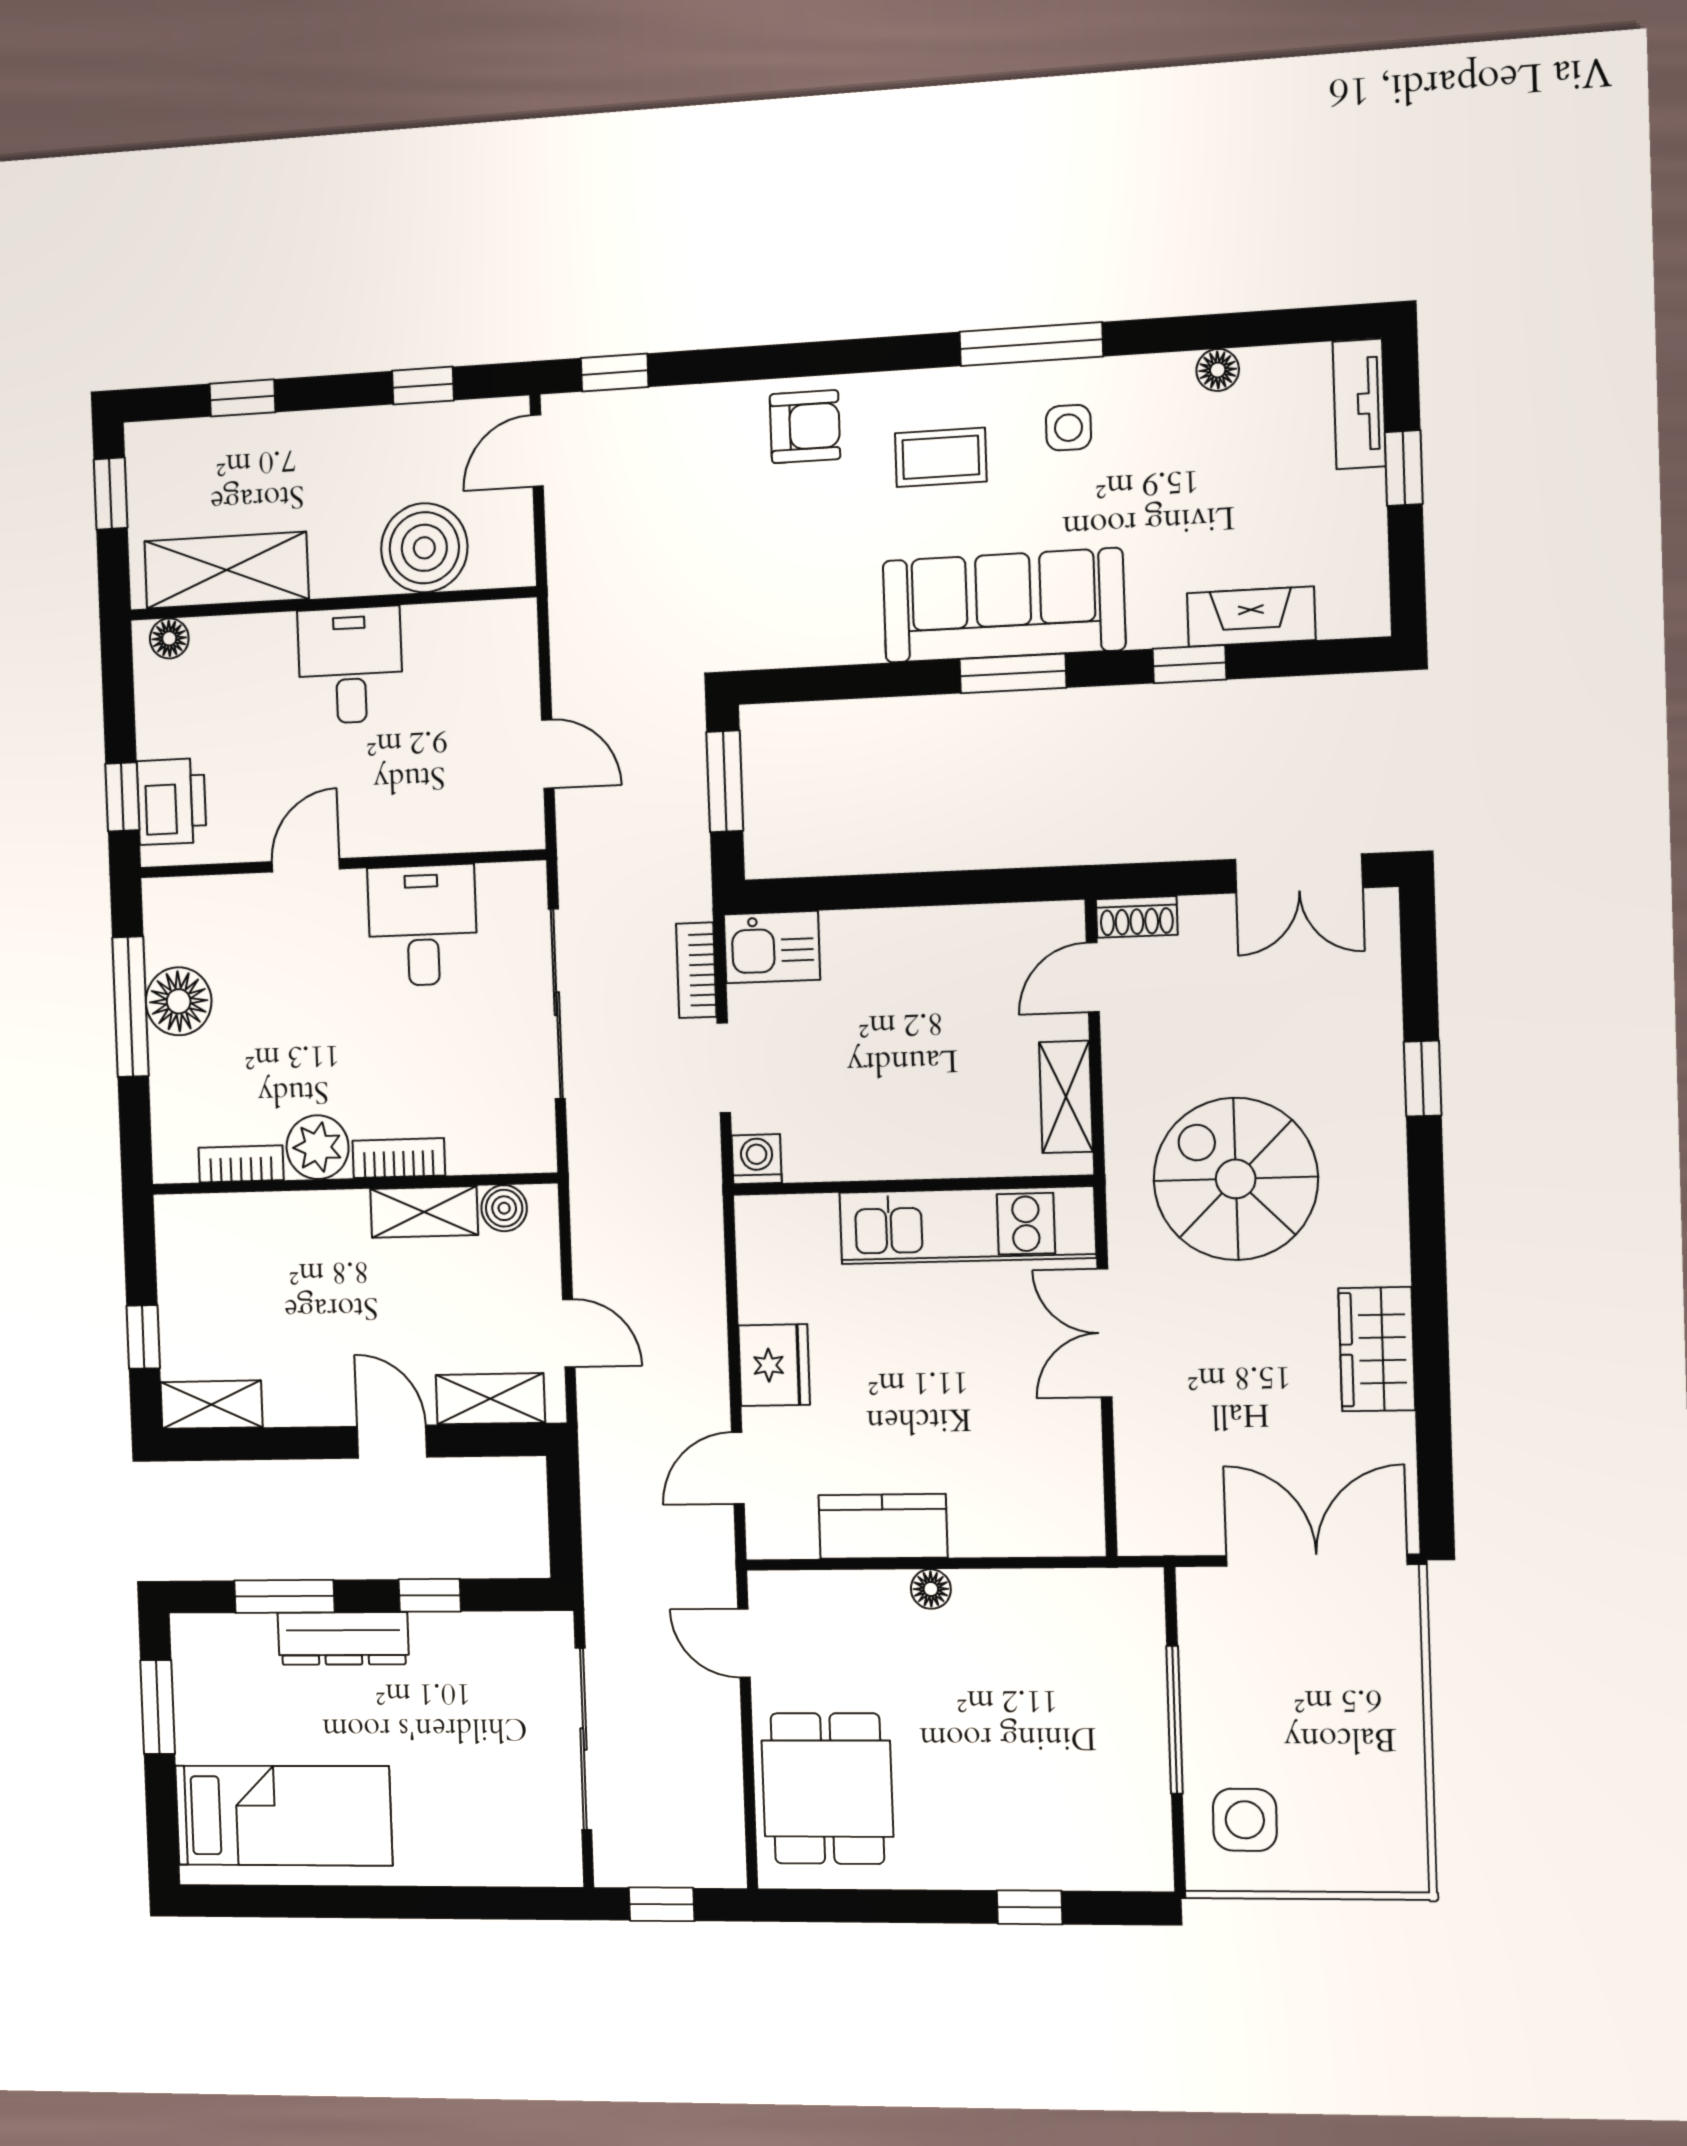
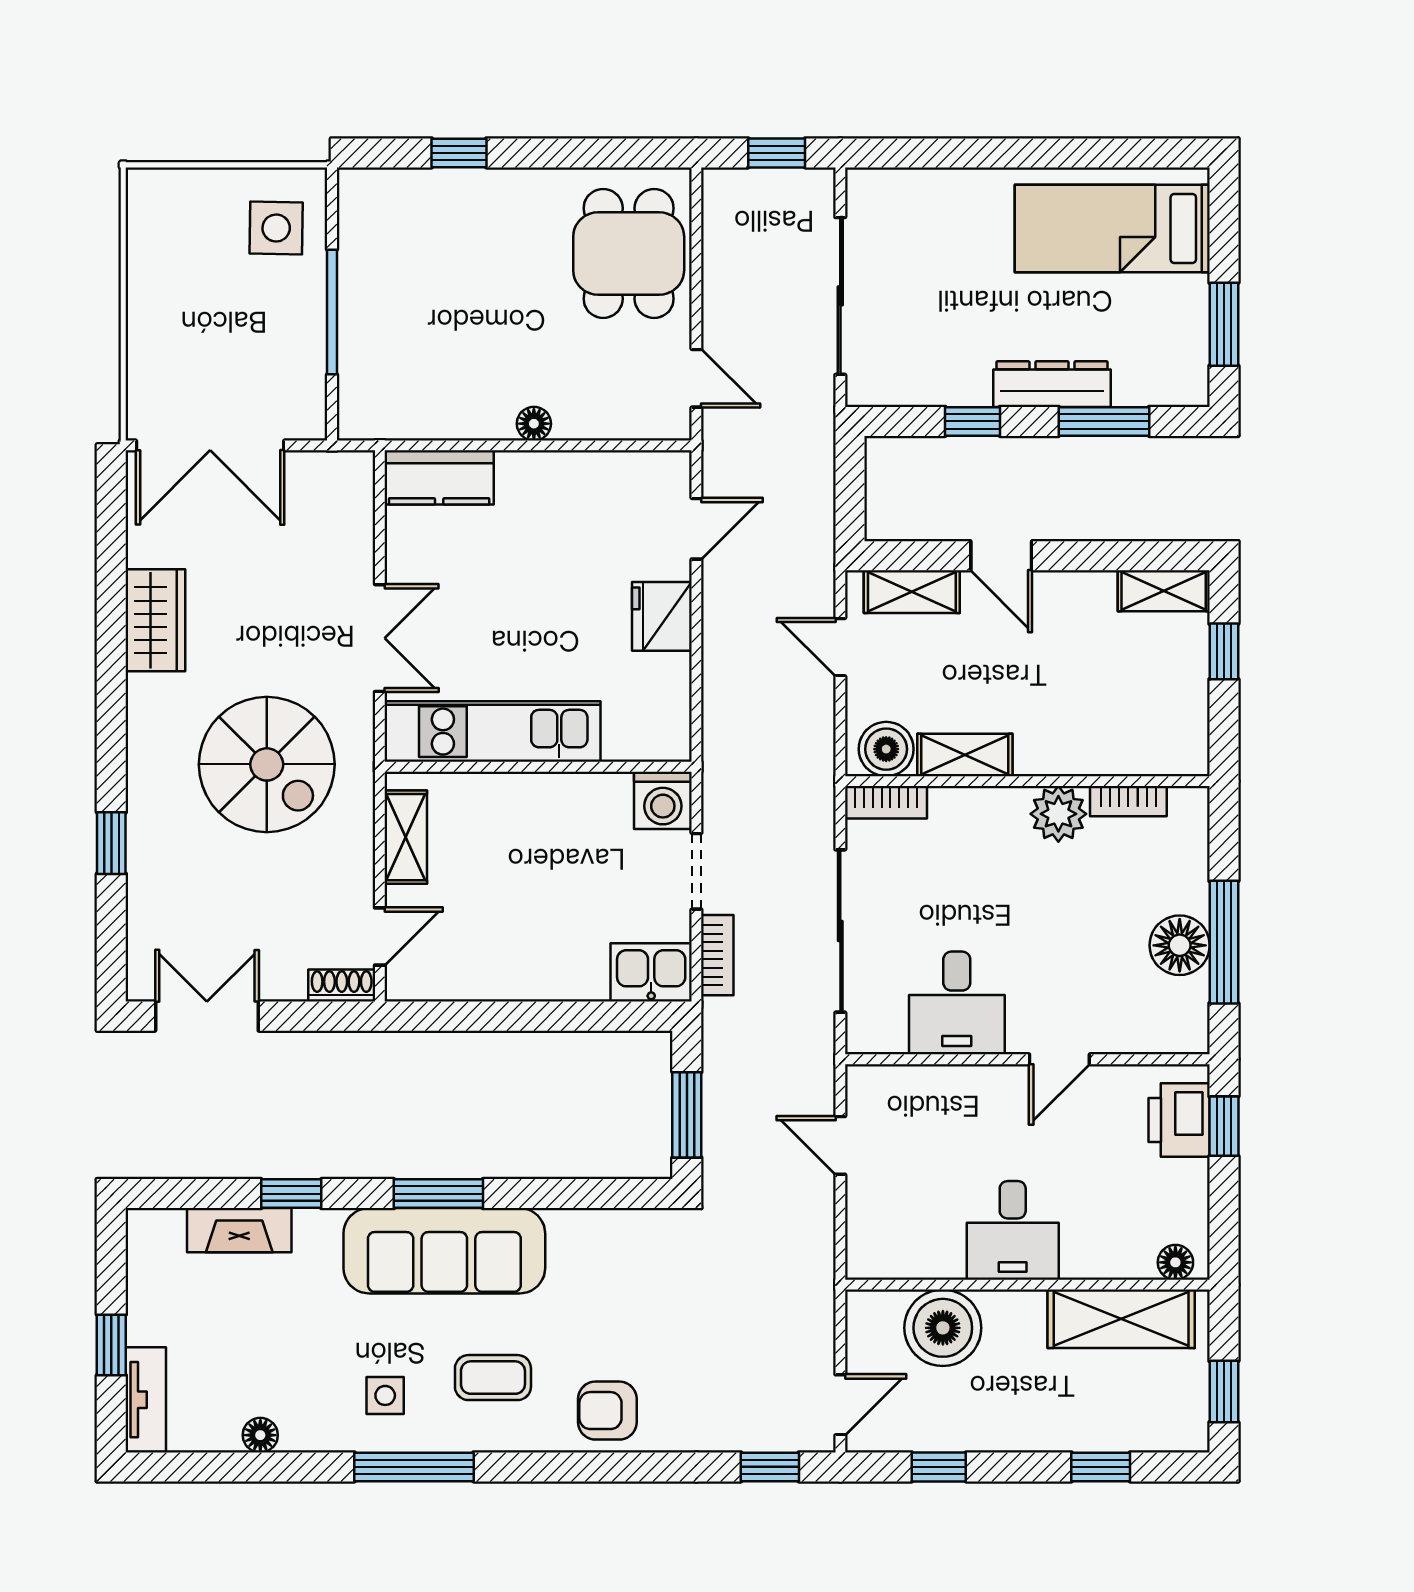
bookcase: (399, 1158) -> (886, 802), moved
washing machine: (757, 1159) -> (663, 800), width x1.38, depth x1.38
boiler: (504, 1208) -> (886, 749), width x1.36, depth x1.36
kitchen counter: (883, 1526) -> (439, 477), moved

